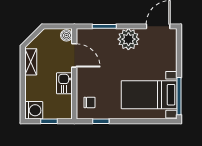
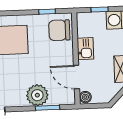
plant: (128, 39) -> (37, 95), moved
chair: (89, 102) -> (59, 30), width x1.87, depth x1.87

